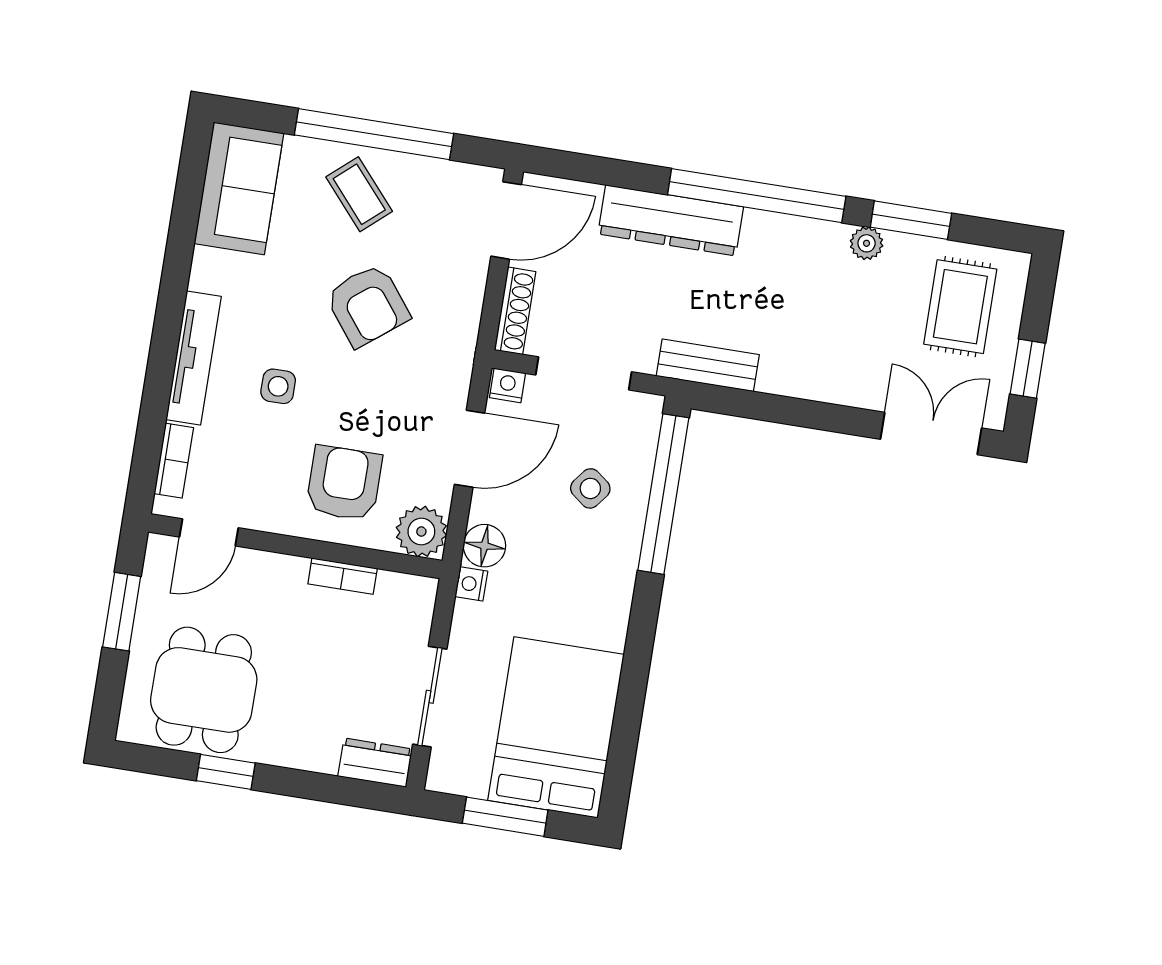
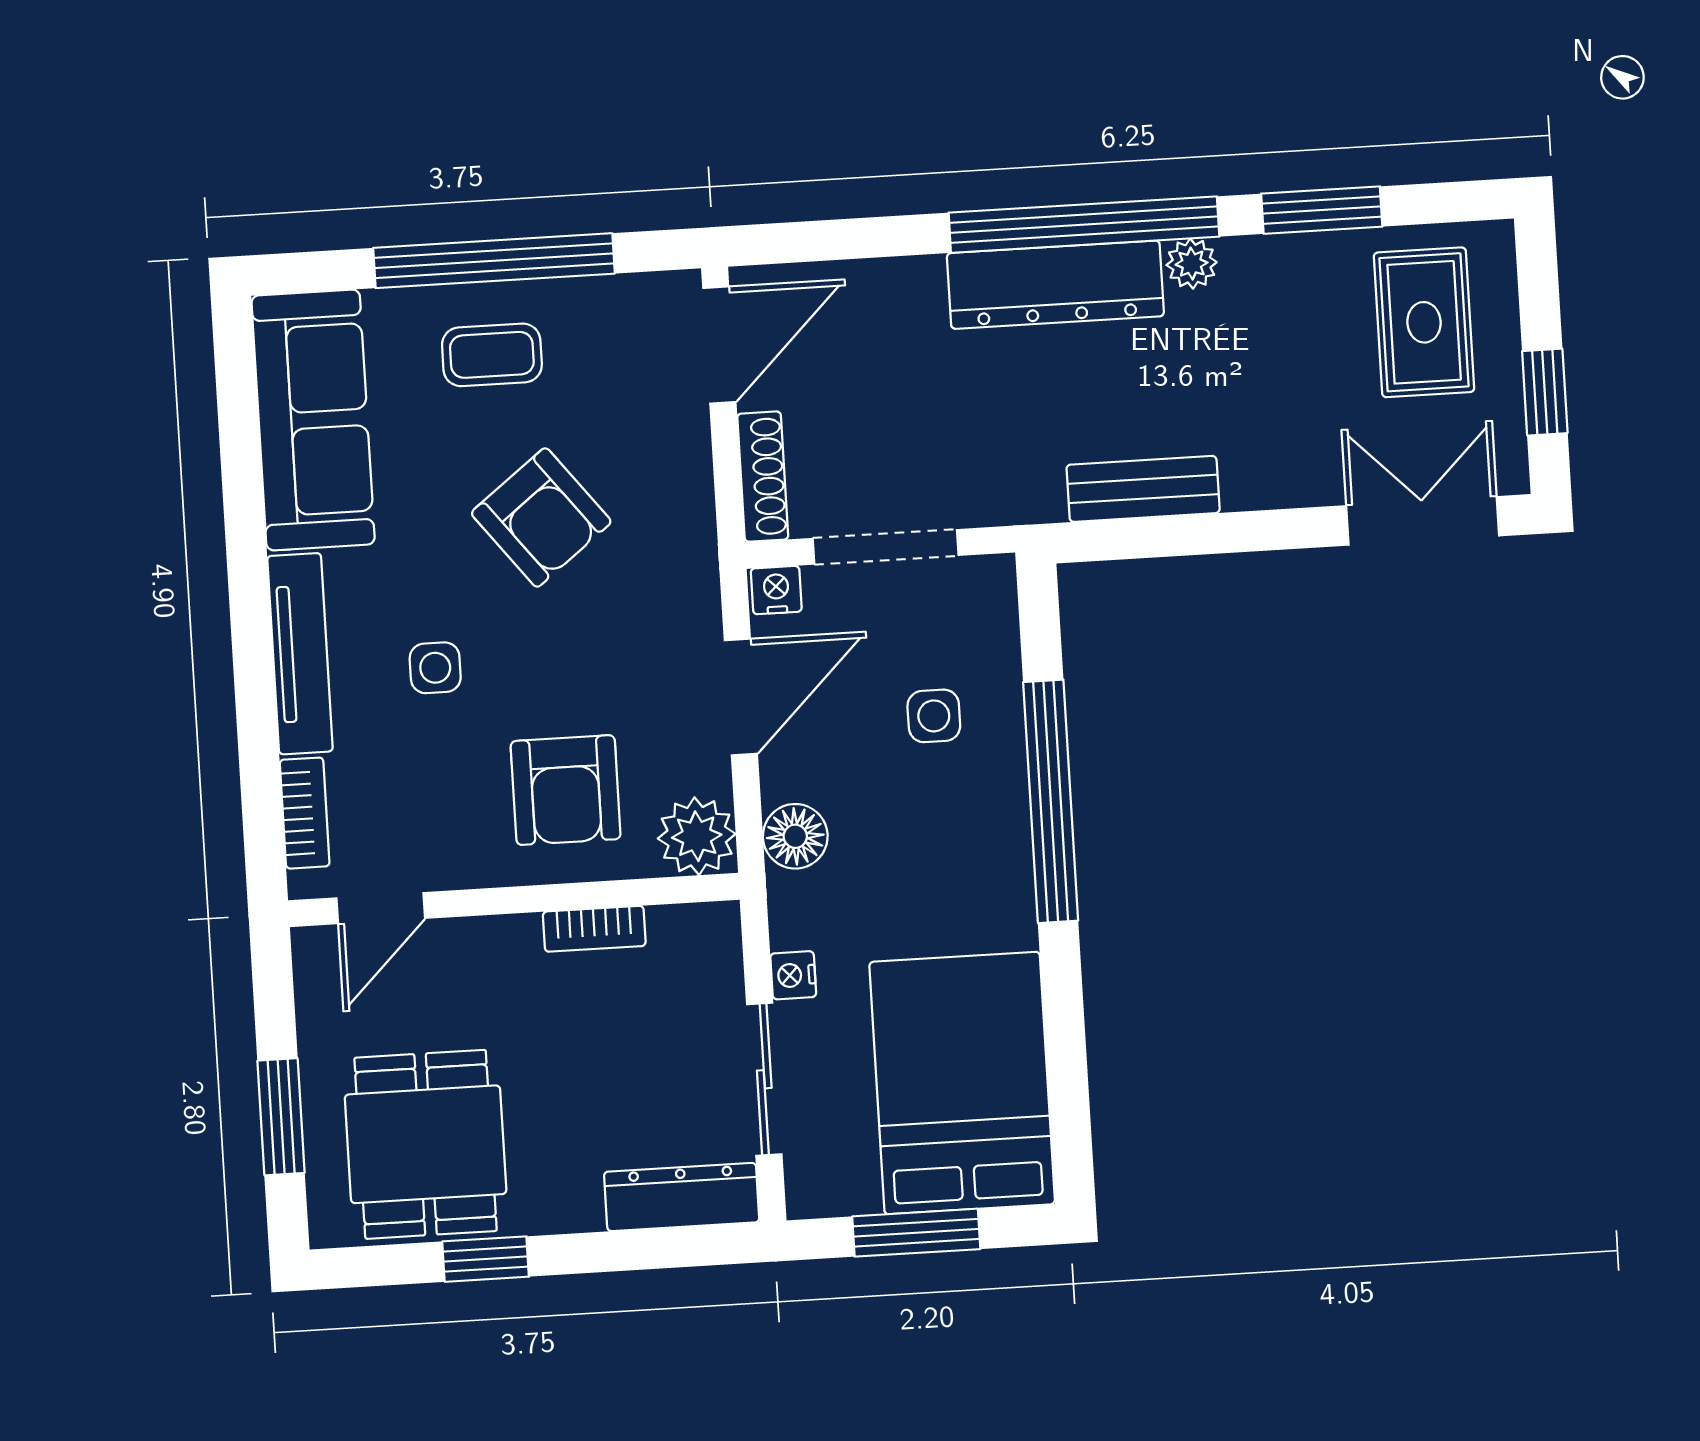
sofa: (239, 188) -> (313, 420), width x1.36
coffee table: (359, 194) -> (492, 355), turned -49
dresser: (671, 220) -> (1055, 285), moved
plant: (867, 243) -> (1192, 264), moved
bench: (708, 365) -> (1143, 489), moved
armchair: (344, 483) -> (566, 790), turned 180
side table: (590, 488) -> (934, 716), turned -38
window: (663, 494) -> (1051, 801), moved
nightstand: (471, 584) -> (793, 975), moved
window: (122, 612) -> (281, 1117), moved
dresser: (375, 763) -> (682, 1197), width x1.44

